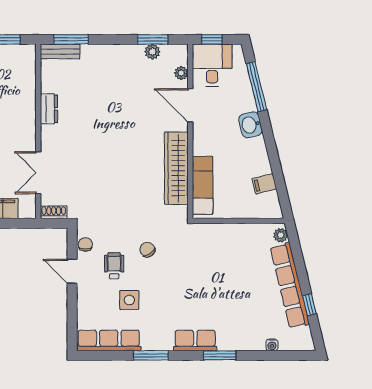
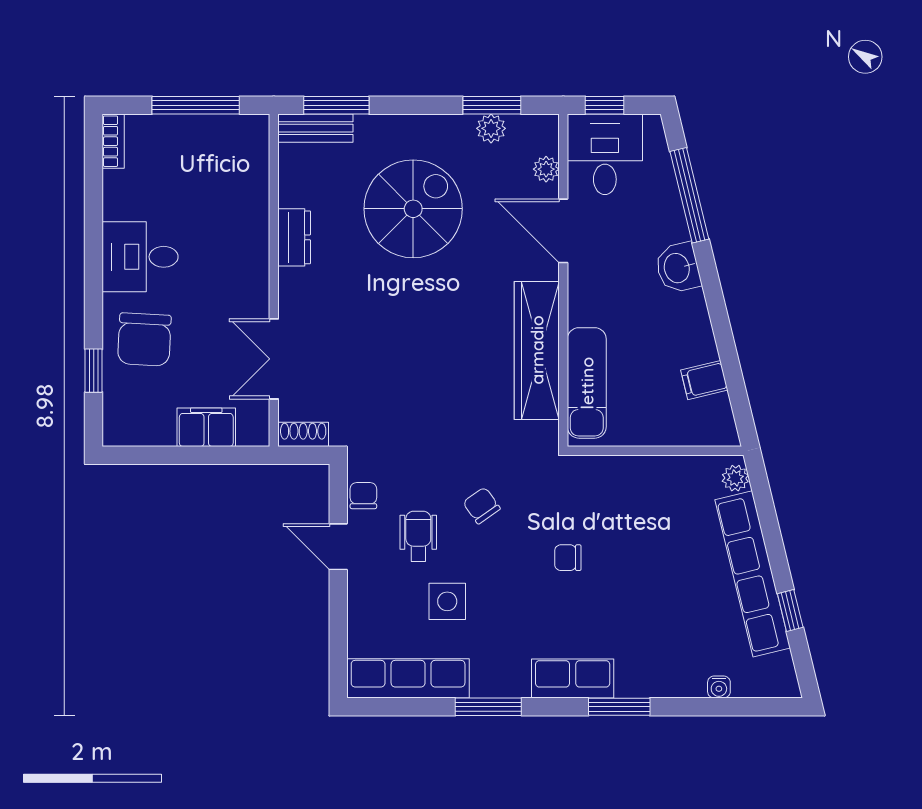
spiral stairs: (111, 94) -> (413, 209), added
chair: (193, 277) -> (568, 558), added

